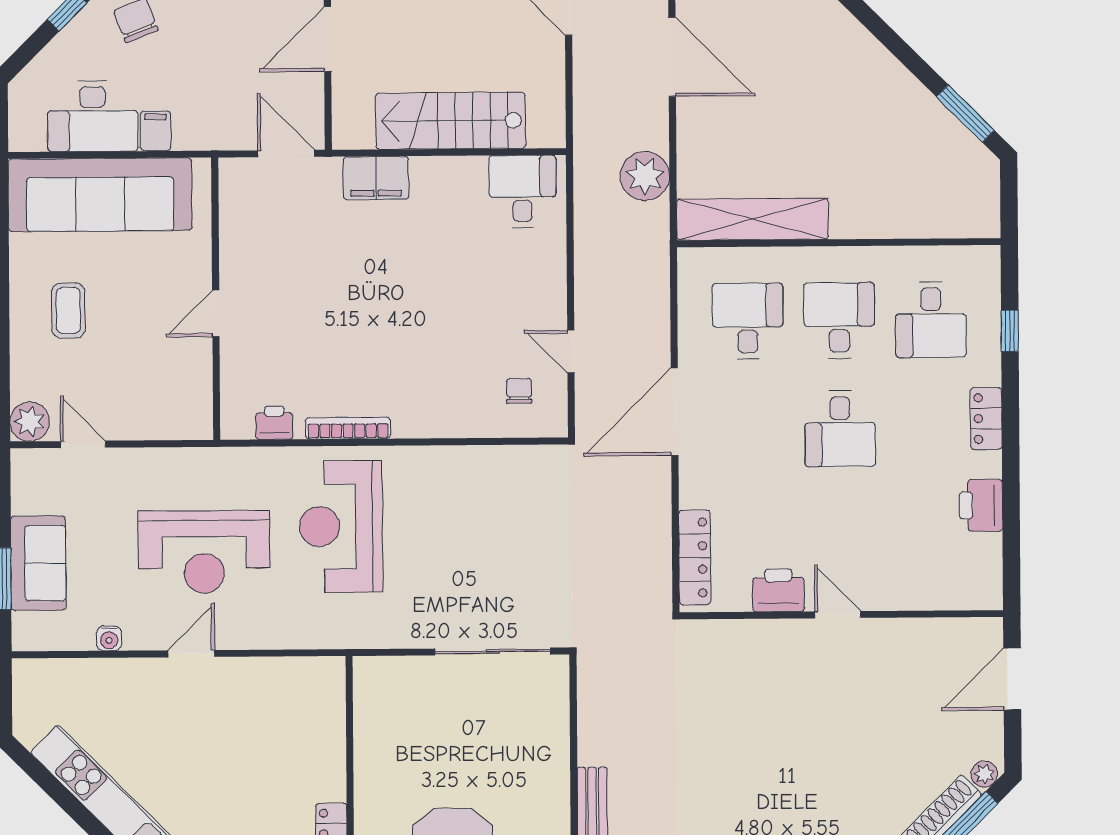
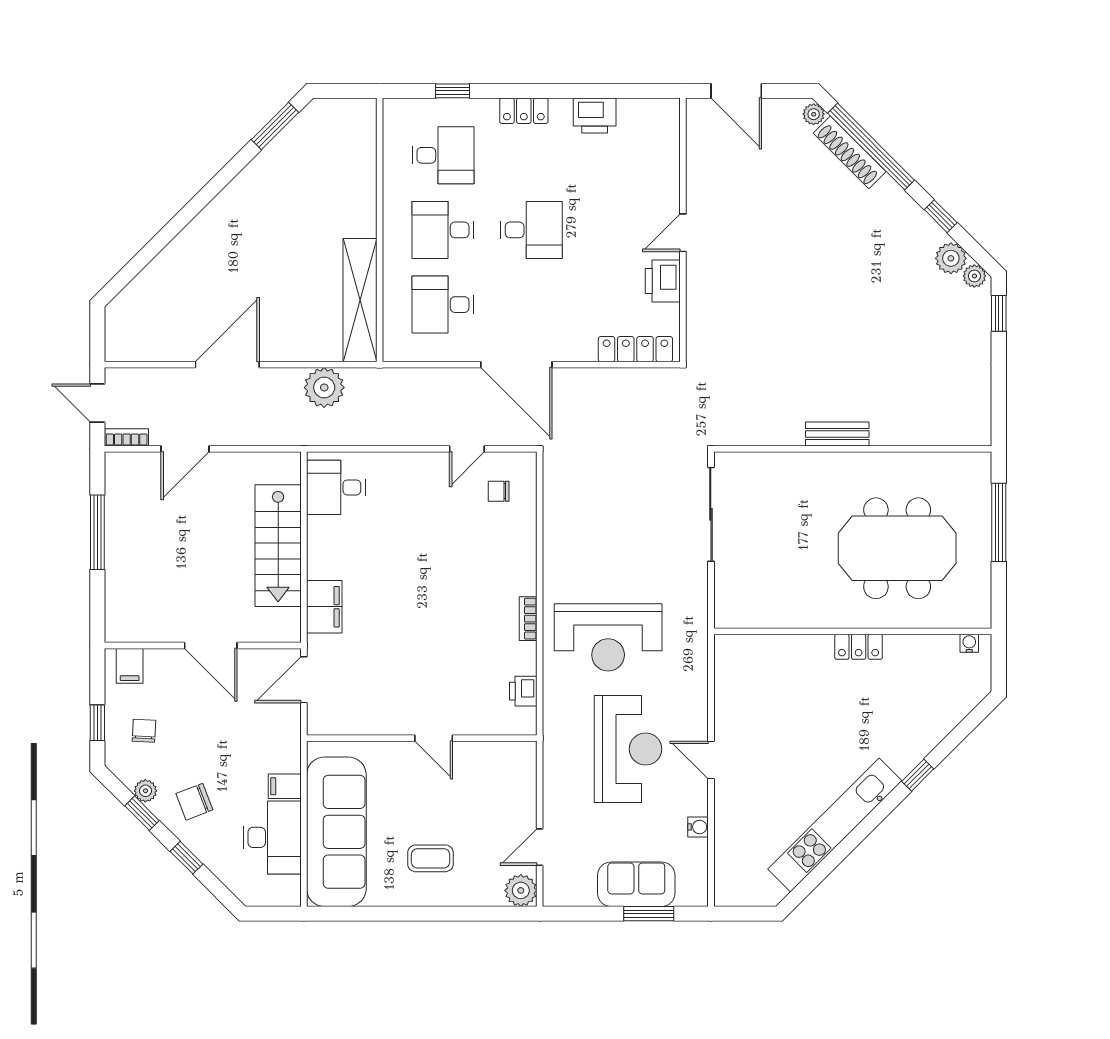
bookcase: (348, 428) -> (528, 619), width x0.64

